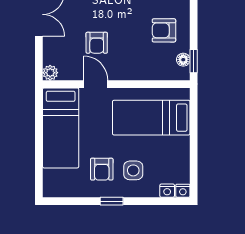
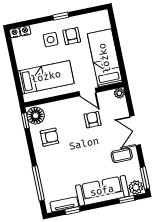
floor lamp: (183, 60) -> (36, 116), width x1.89, depth x1.89

